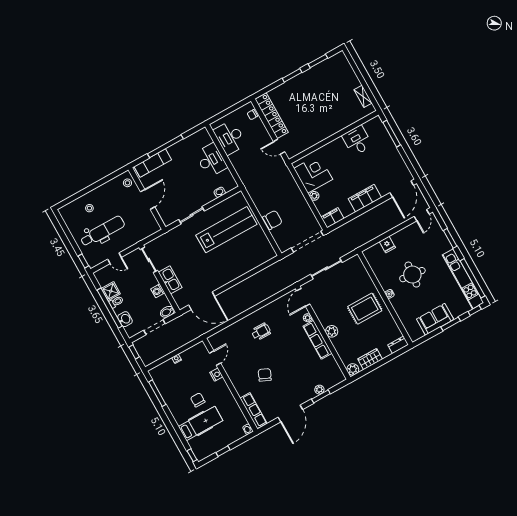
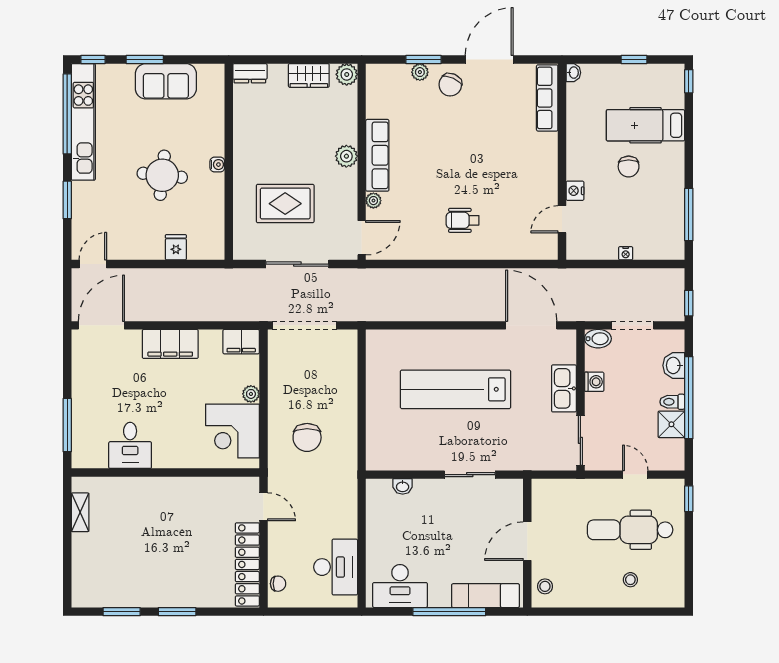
desk: (211, 160) -> (400, 586), moved, turned -90
chair: (272, 220) -> (307, 437), moved, turned -90
lab bench: (226, 230) -> (455, 389), moved
rug: (365, 309) -> (285, 204), moved
chair: (265, 375) -> (450, 85), moved

